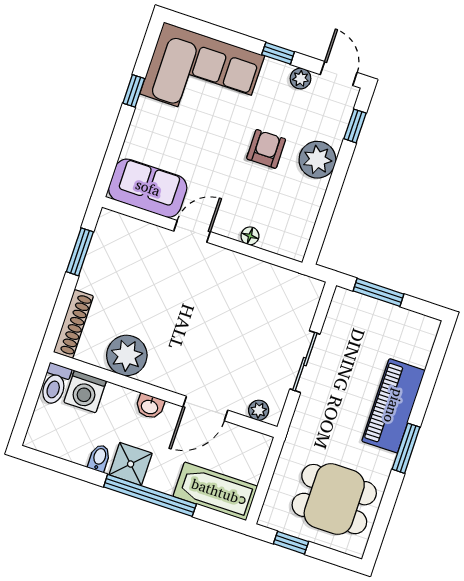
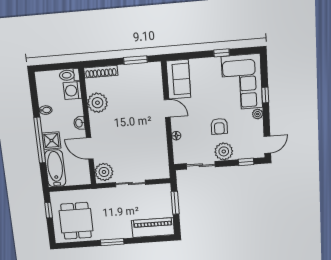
window: (278, 53) -> (265, 95), moved
plant: (300, 79) -> (258, 114), moved
armchair: (266, 149) -> (219, 126), turned 90
sliding door: (326, 213) -> (201, 165), added
piano: (393, 406) -> (153, 228), moved
plant: (259, 410) -> (104, 172), width x1.88, depth x1.88
shower: (131, 464) -> (51, 141), moved

